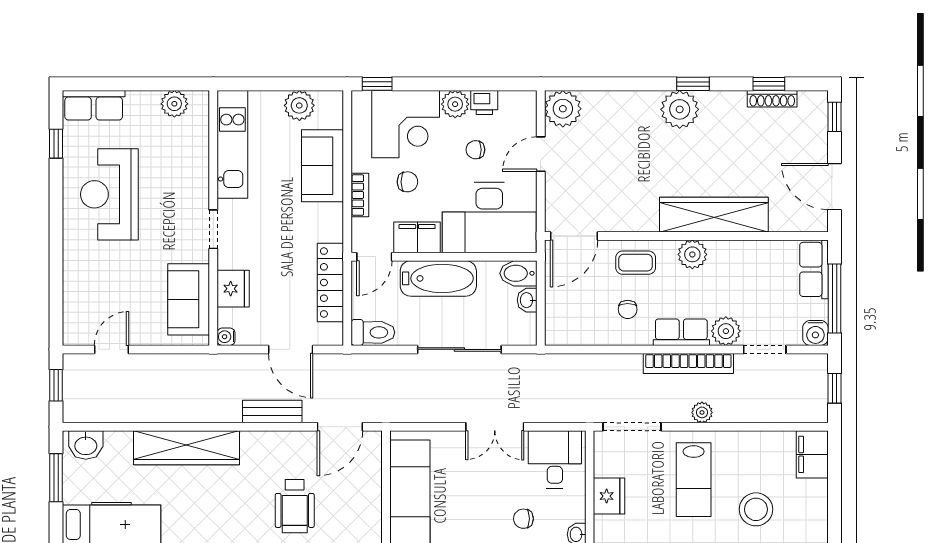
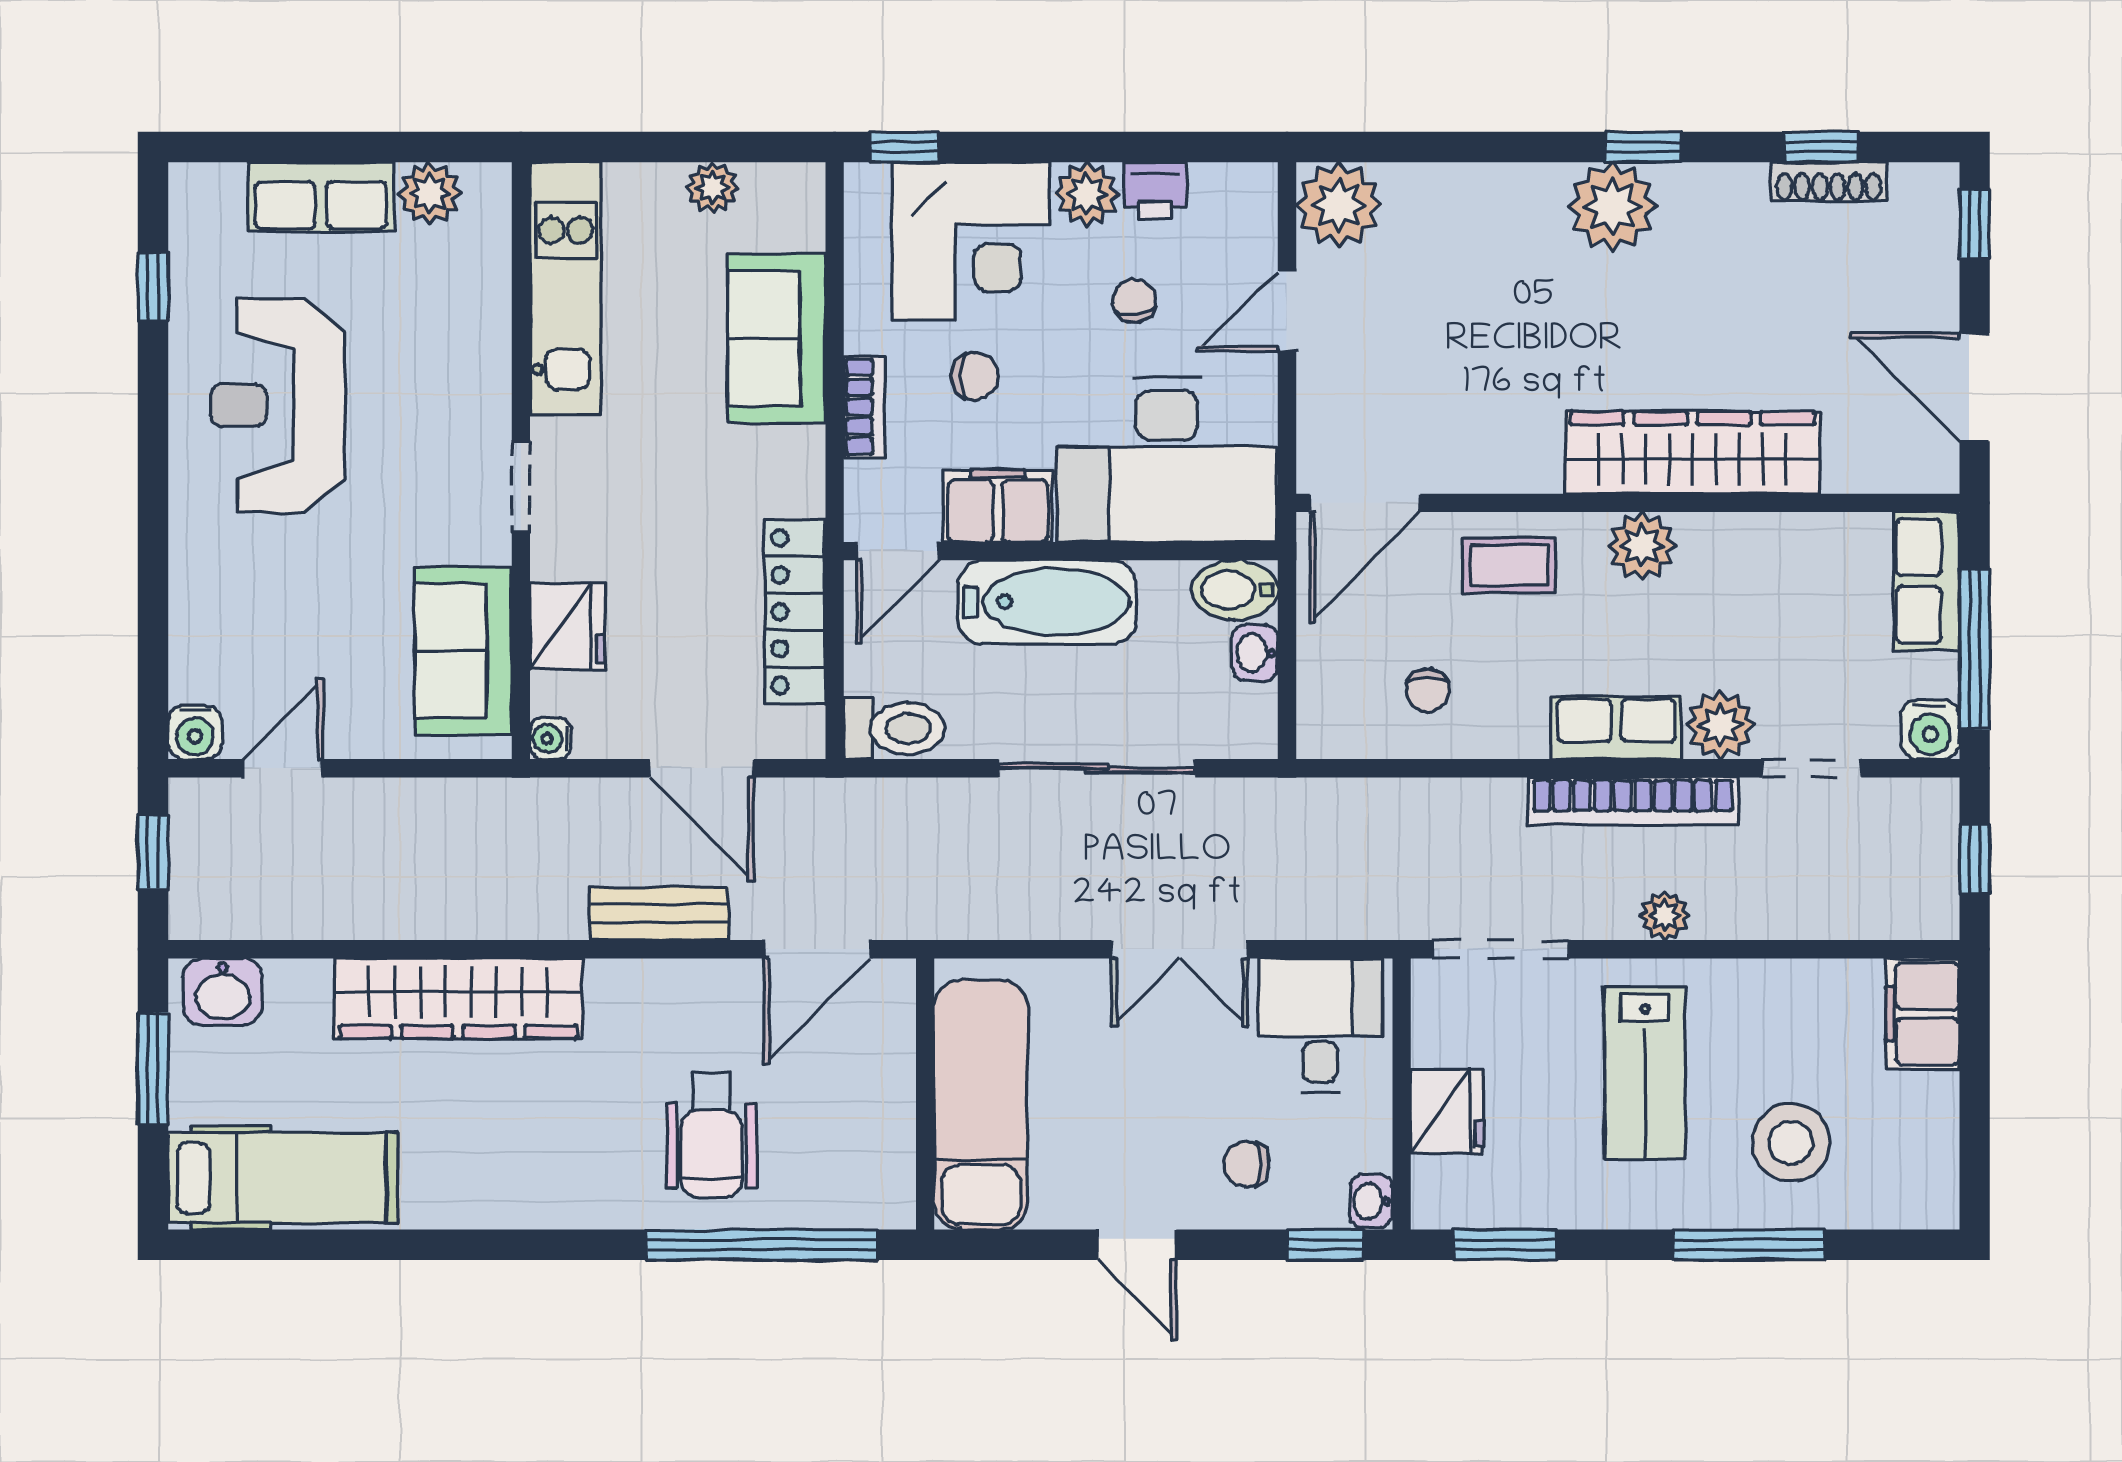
row of seats: (94, 105) -> (321, 197), moved
plant: (299, 105) -> (712, 188), width x0.73, depth x0.73
chair: (475, 150) -> (1134, 301), turned 82
chair: (628, 309) -> (1428, 691), moved
water cooler: (74, 334) -> (195, 732), added

